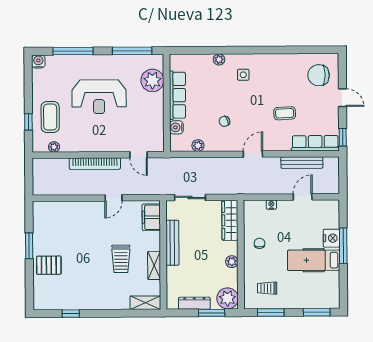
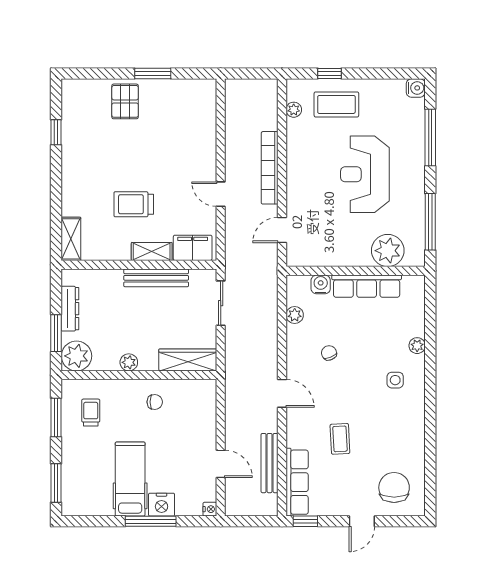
nightstand: (271, 205) -> (210, 509), moved
shelving: (154, 265) -> (152, 251), moved

